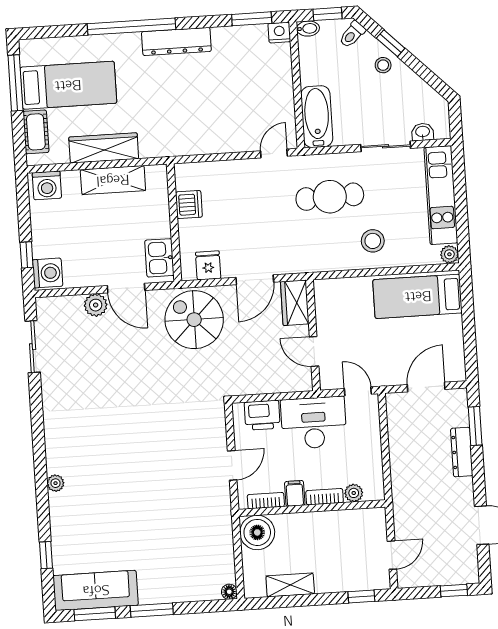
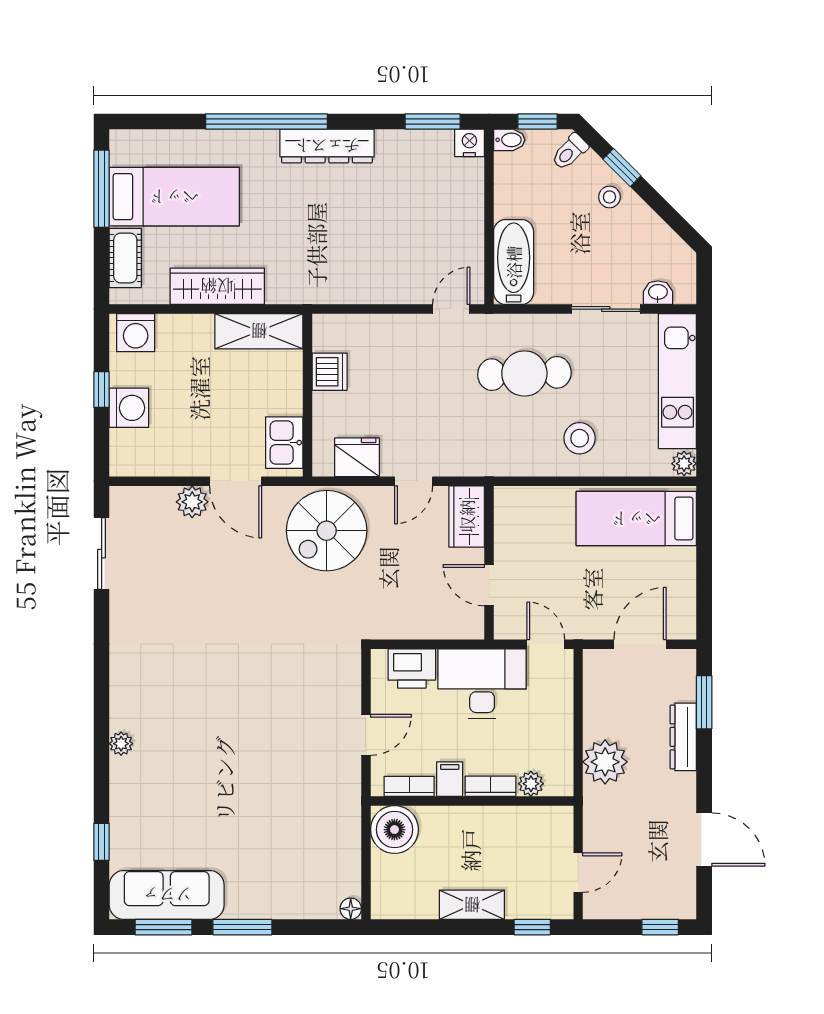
shelving: (113, 180) -> (259, 331), moved
window: (27, 255) -> (102, 389), moved
fridge: (208, 265) -> (357, 457), width x1.38
washing machine: (48, 273) -> (129, 408), moved
door: (255, 280) -> (414, 481), width x0.73
spiral stairs: (194, 320) -> (327, 531), turned -90
plant: (406, 474) -> (605, 762), added
shelving: (290, 585) -> (472, 905), moved

